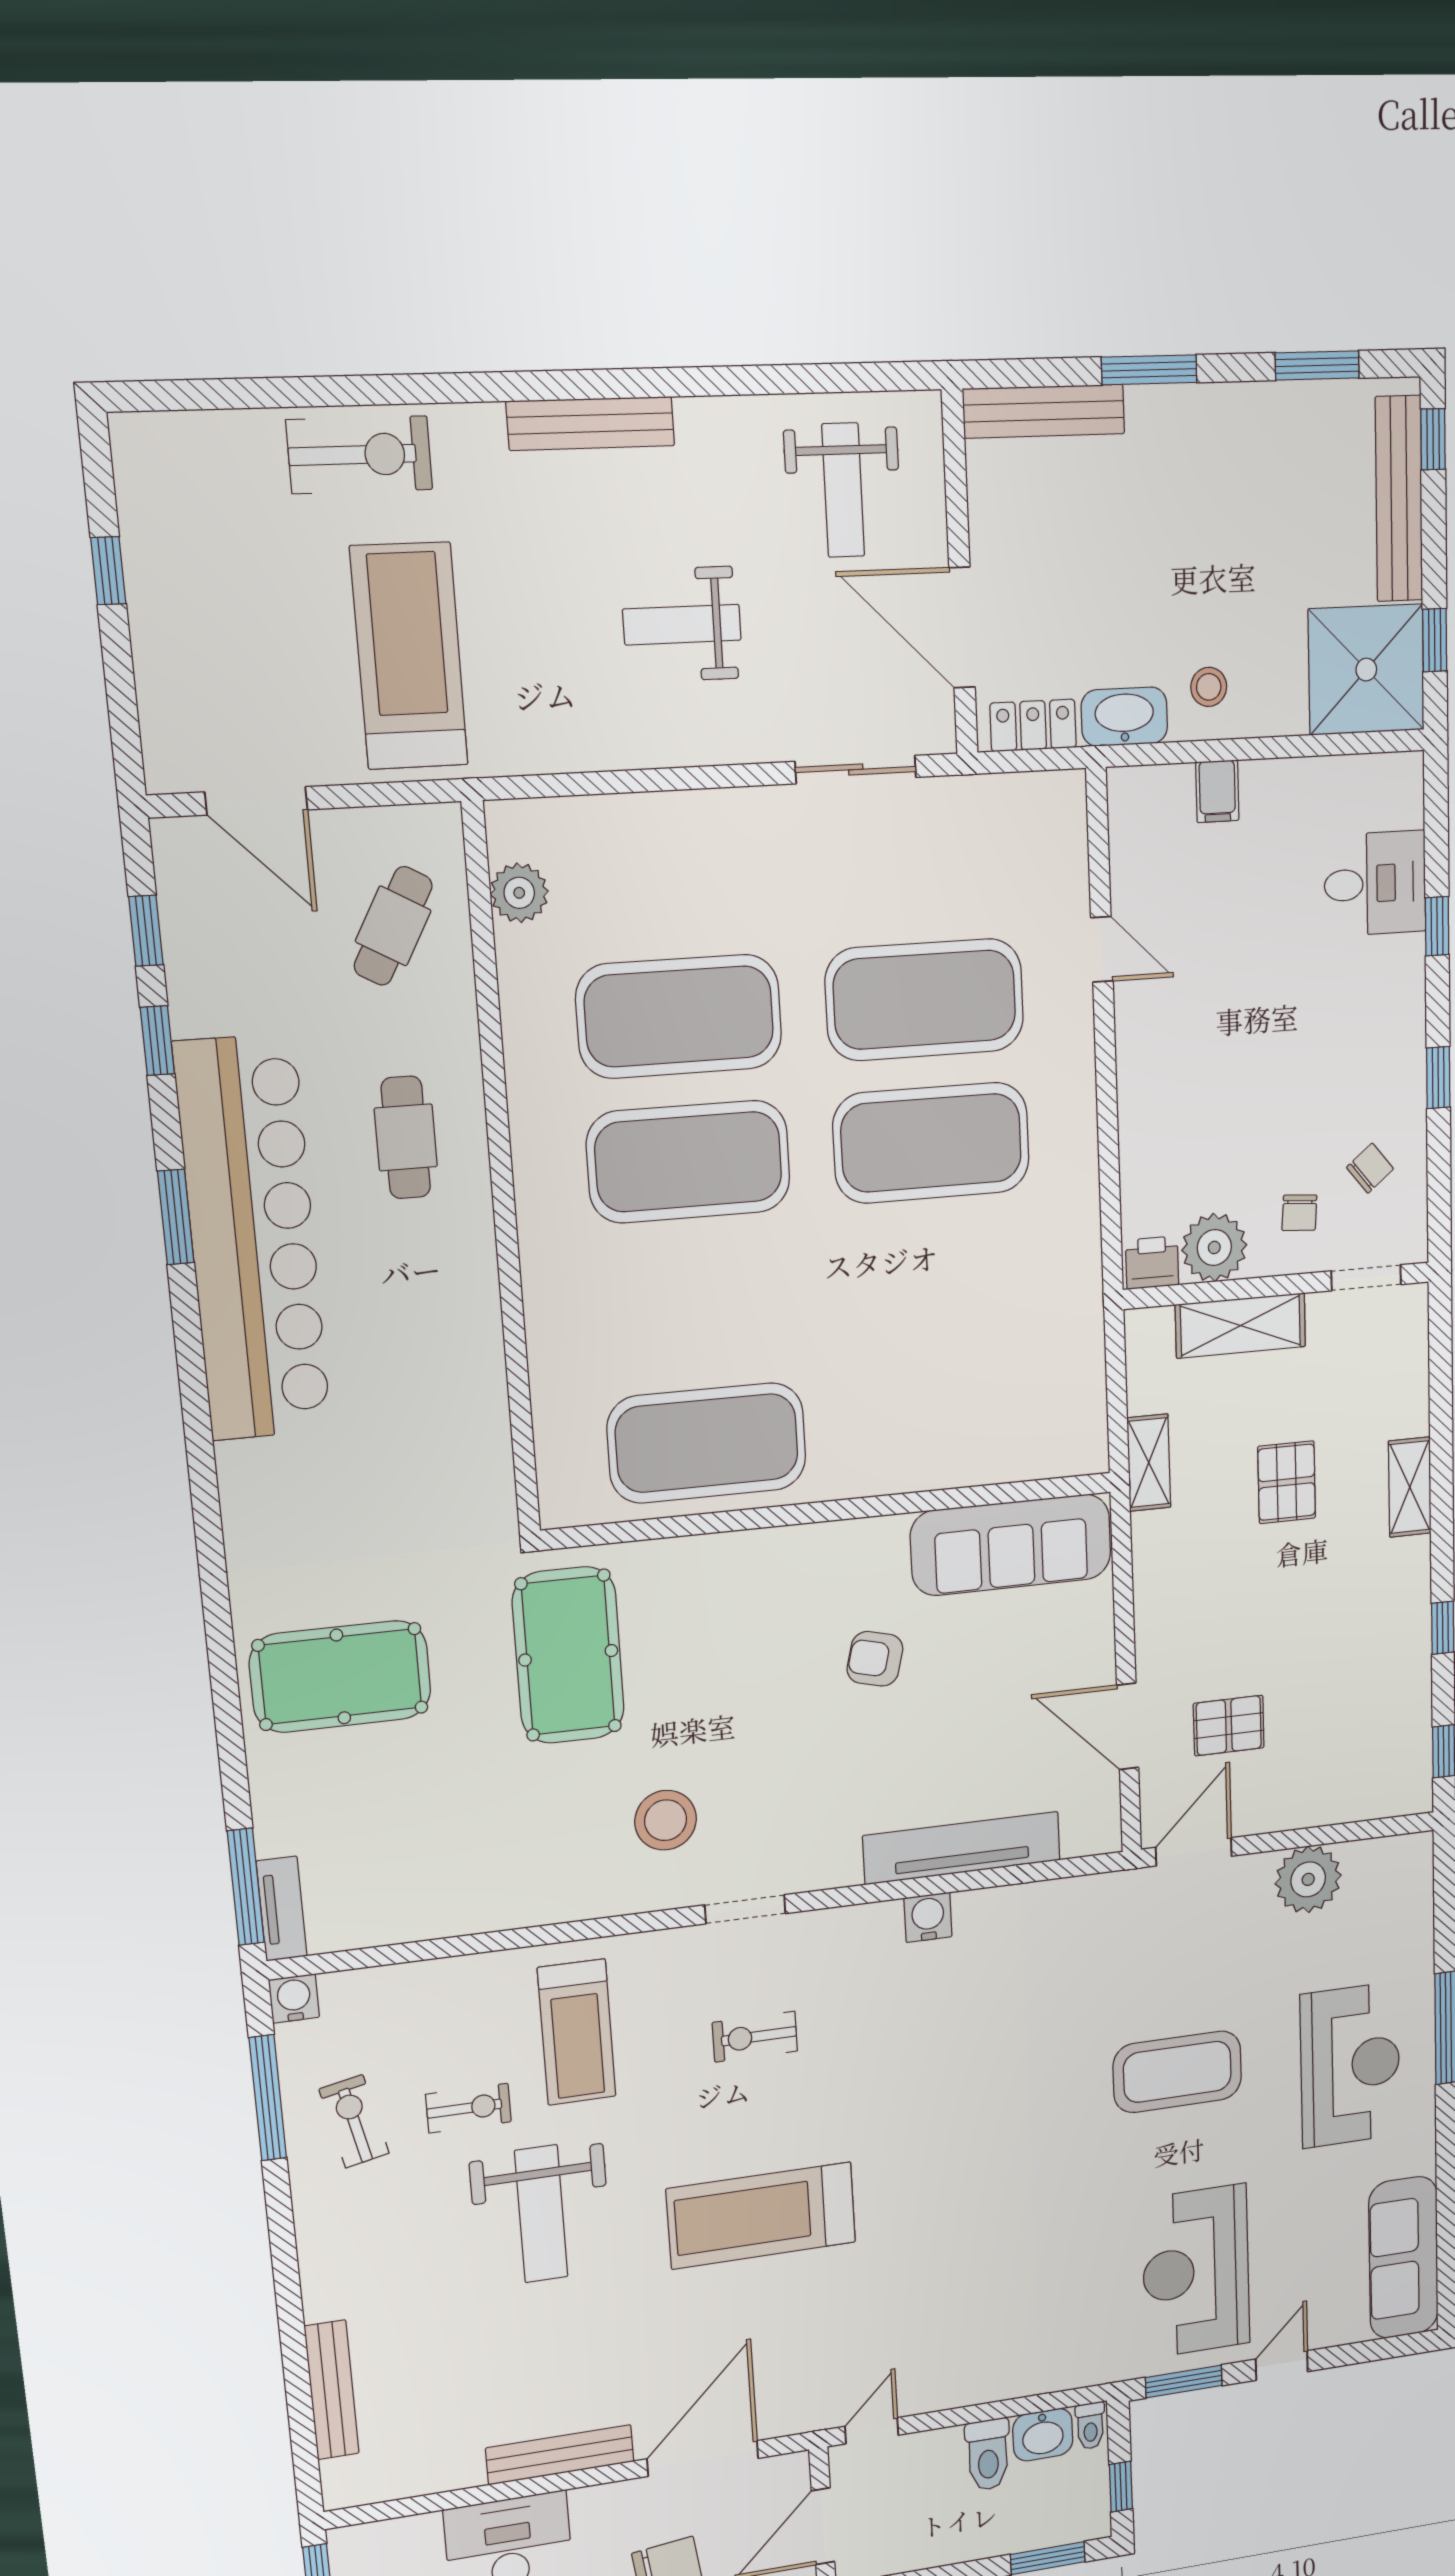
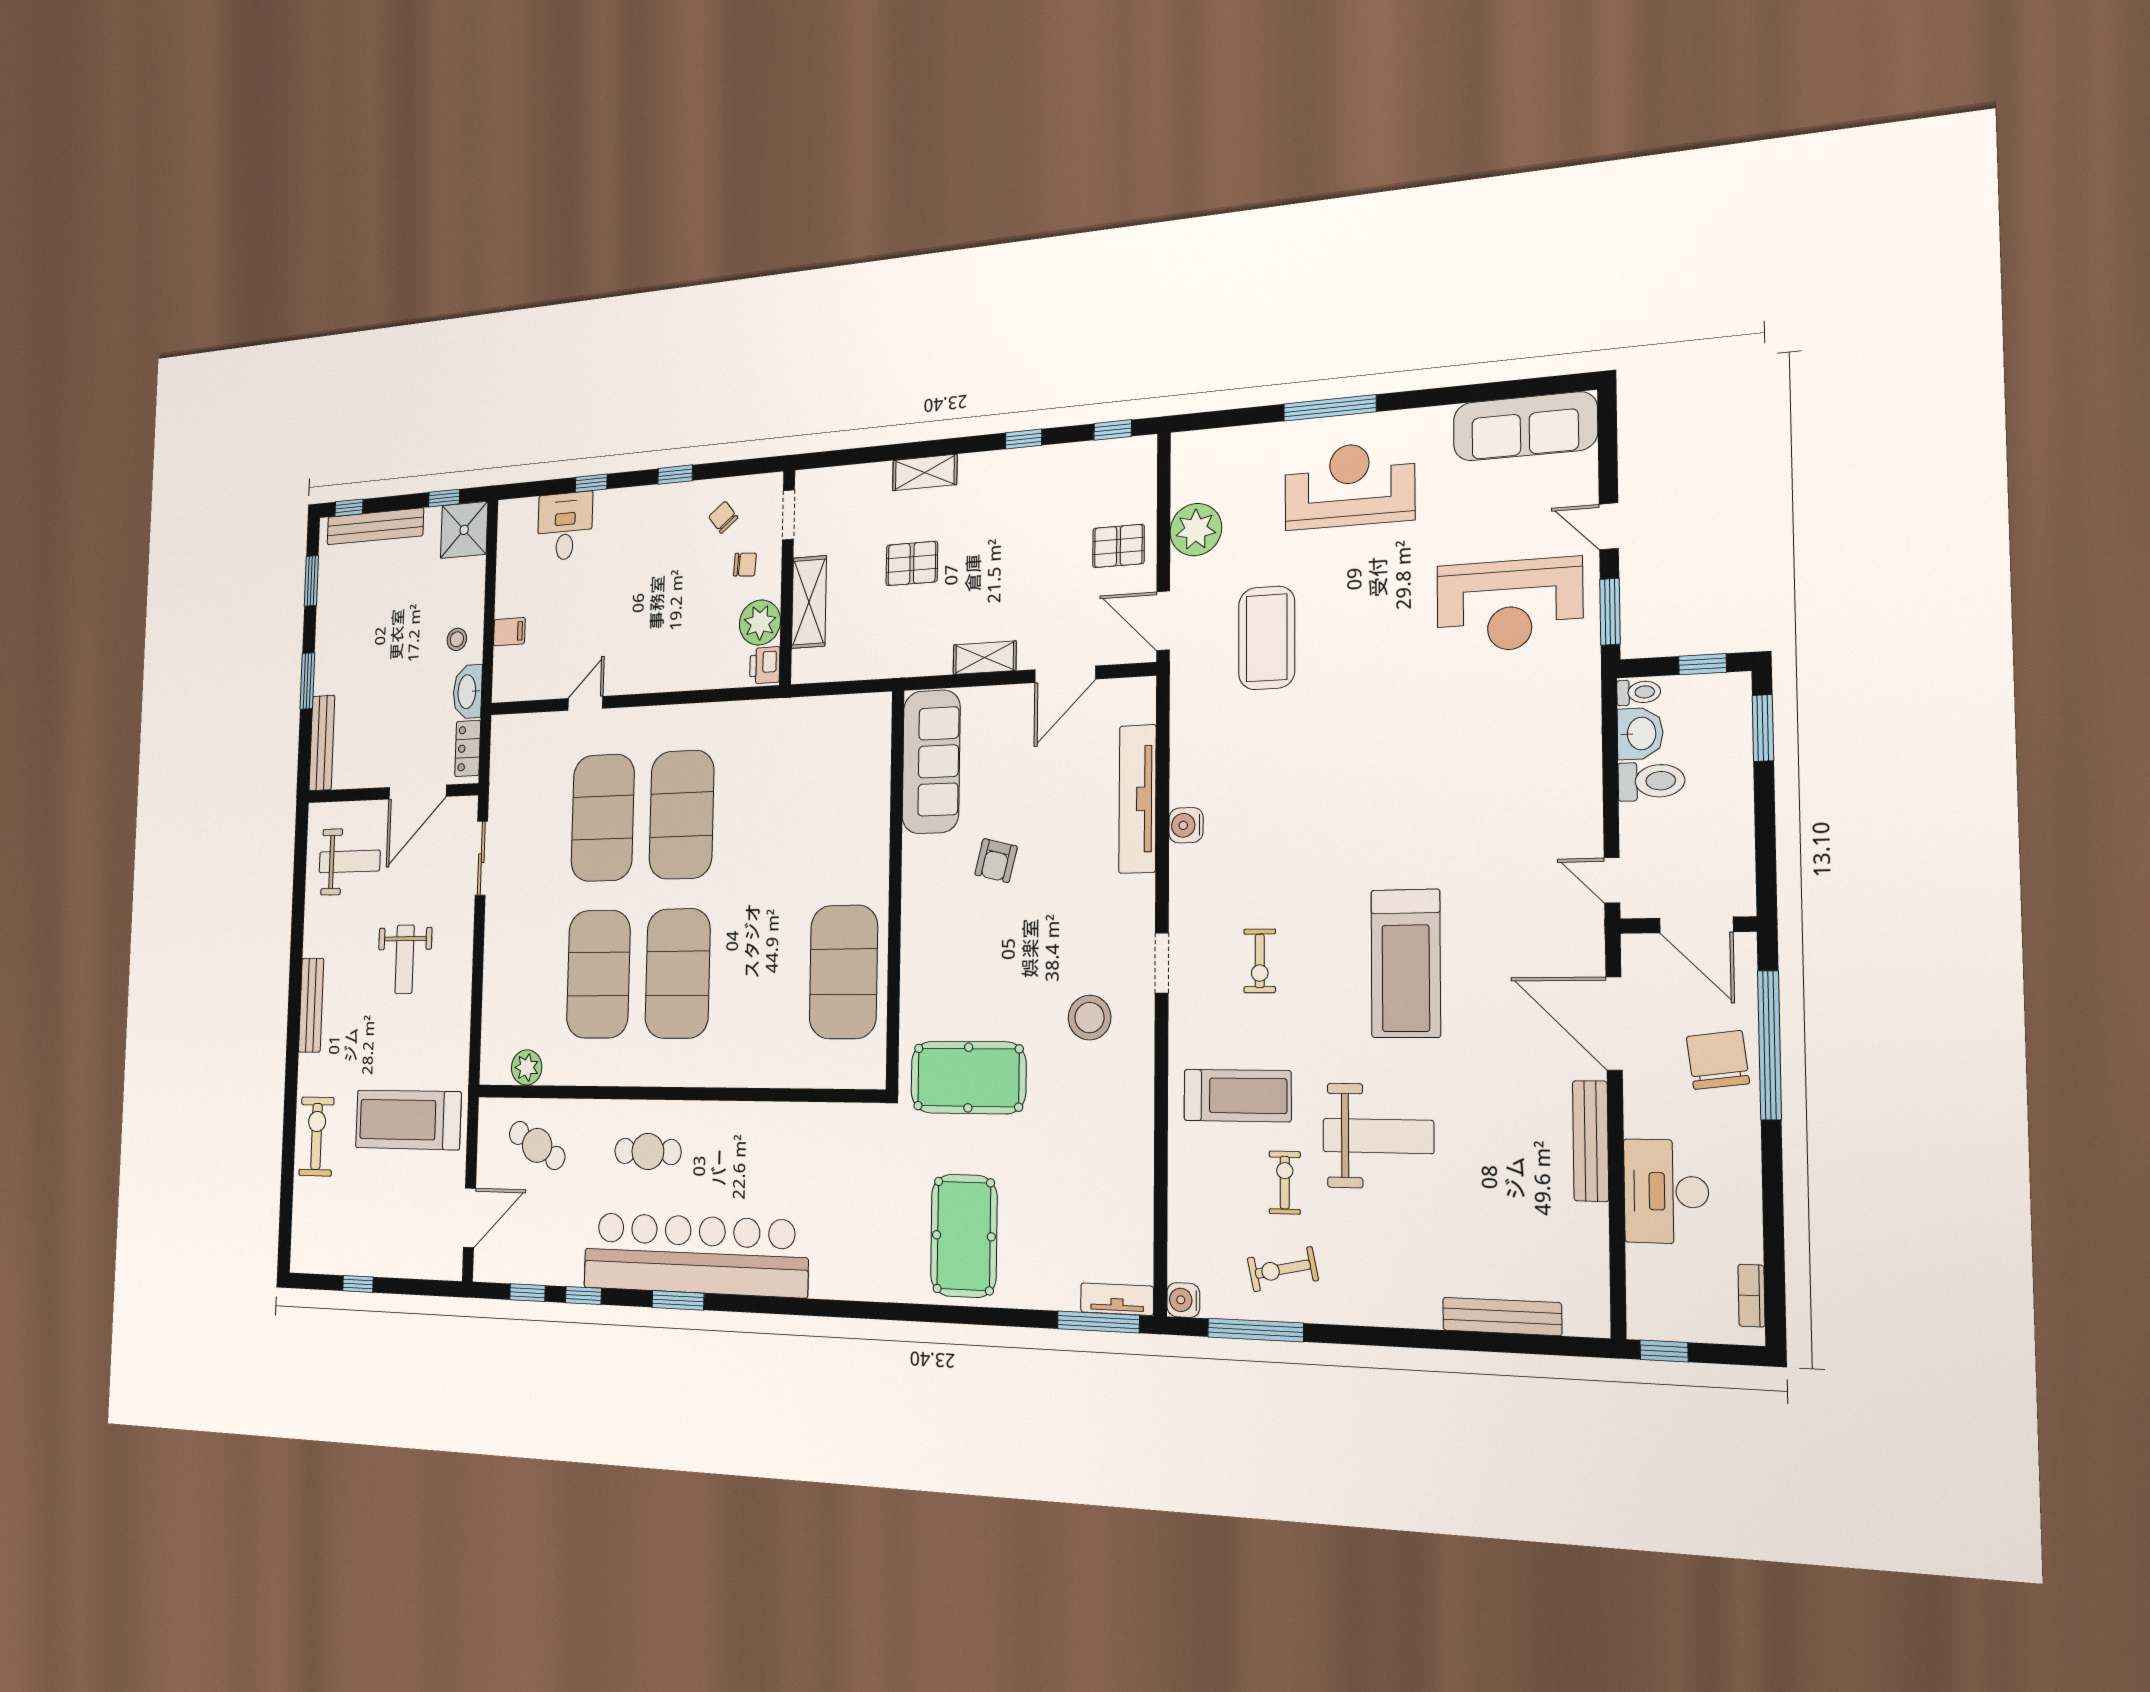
shower: (1366, 670) -> (464, 530), width x0.73, depth x0.73
shelving: (1149, 1463) -> (985, 658), moved
pallet: (1229, 1726) -> (1118, 546), moved, turned 90
coffee table: (1177, 2072) -> (1267, 638), moved

